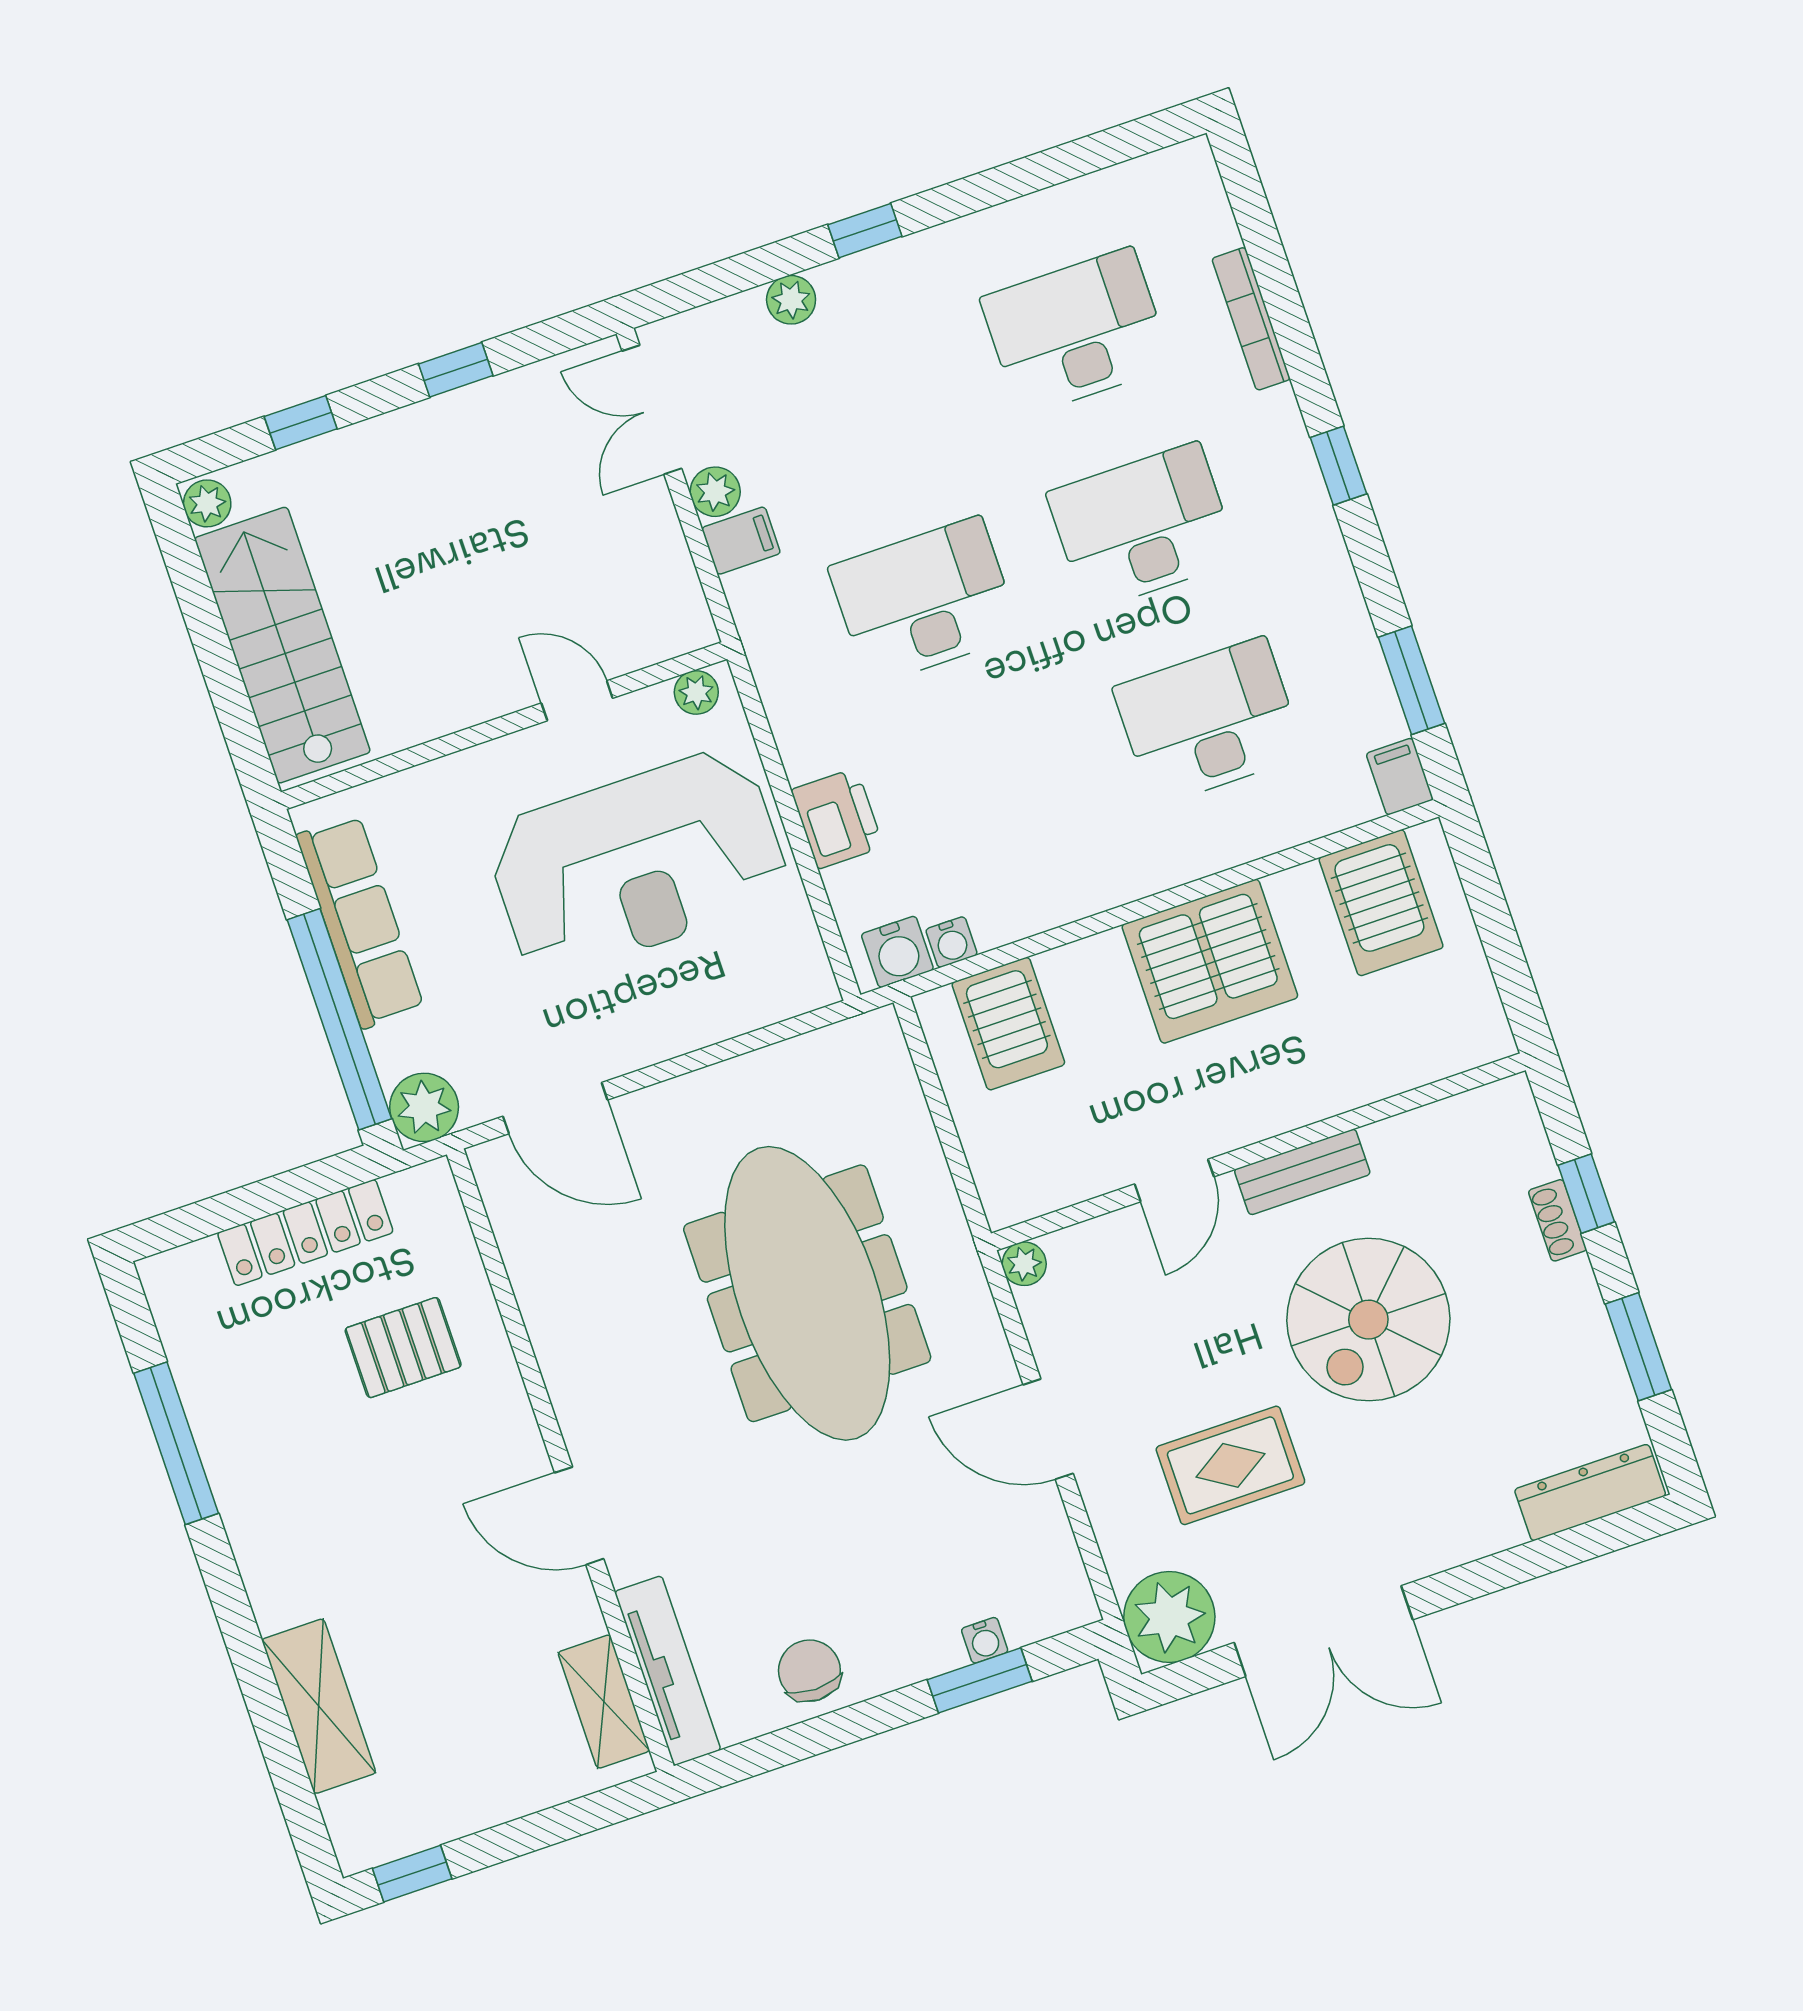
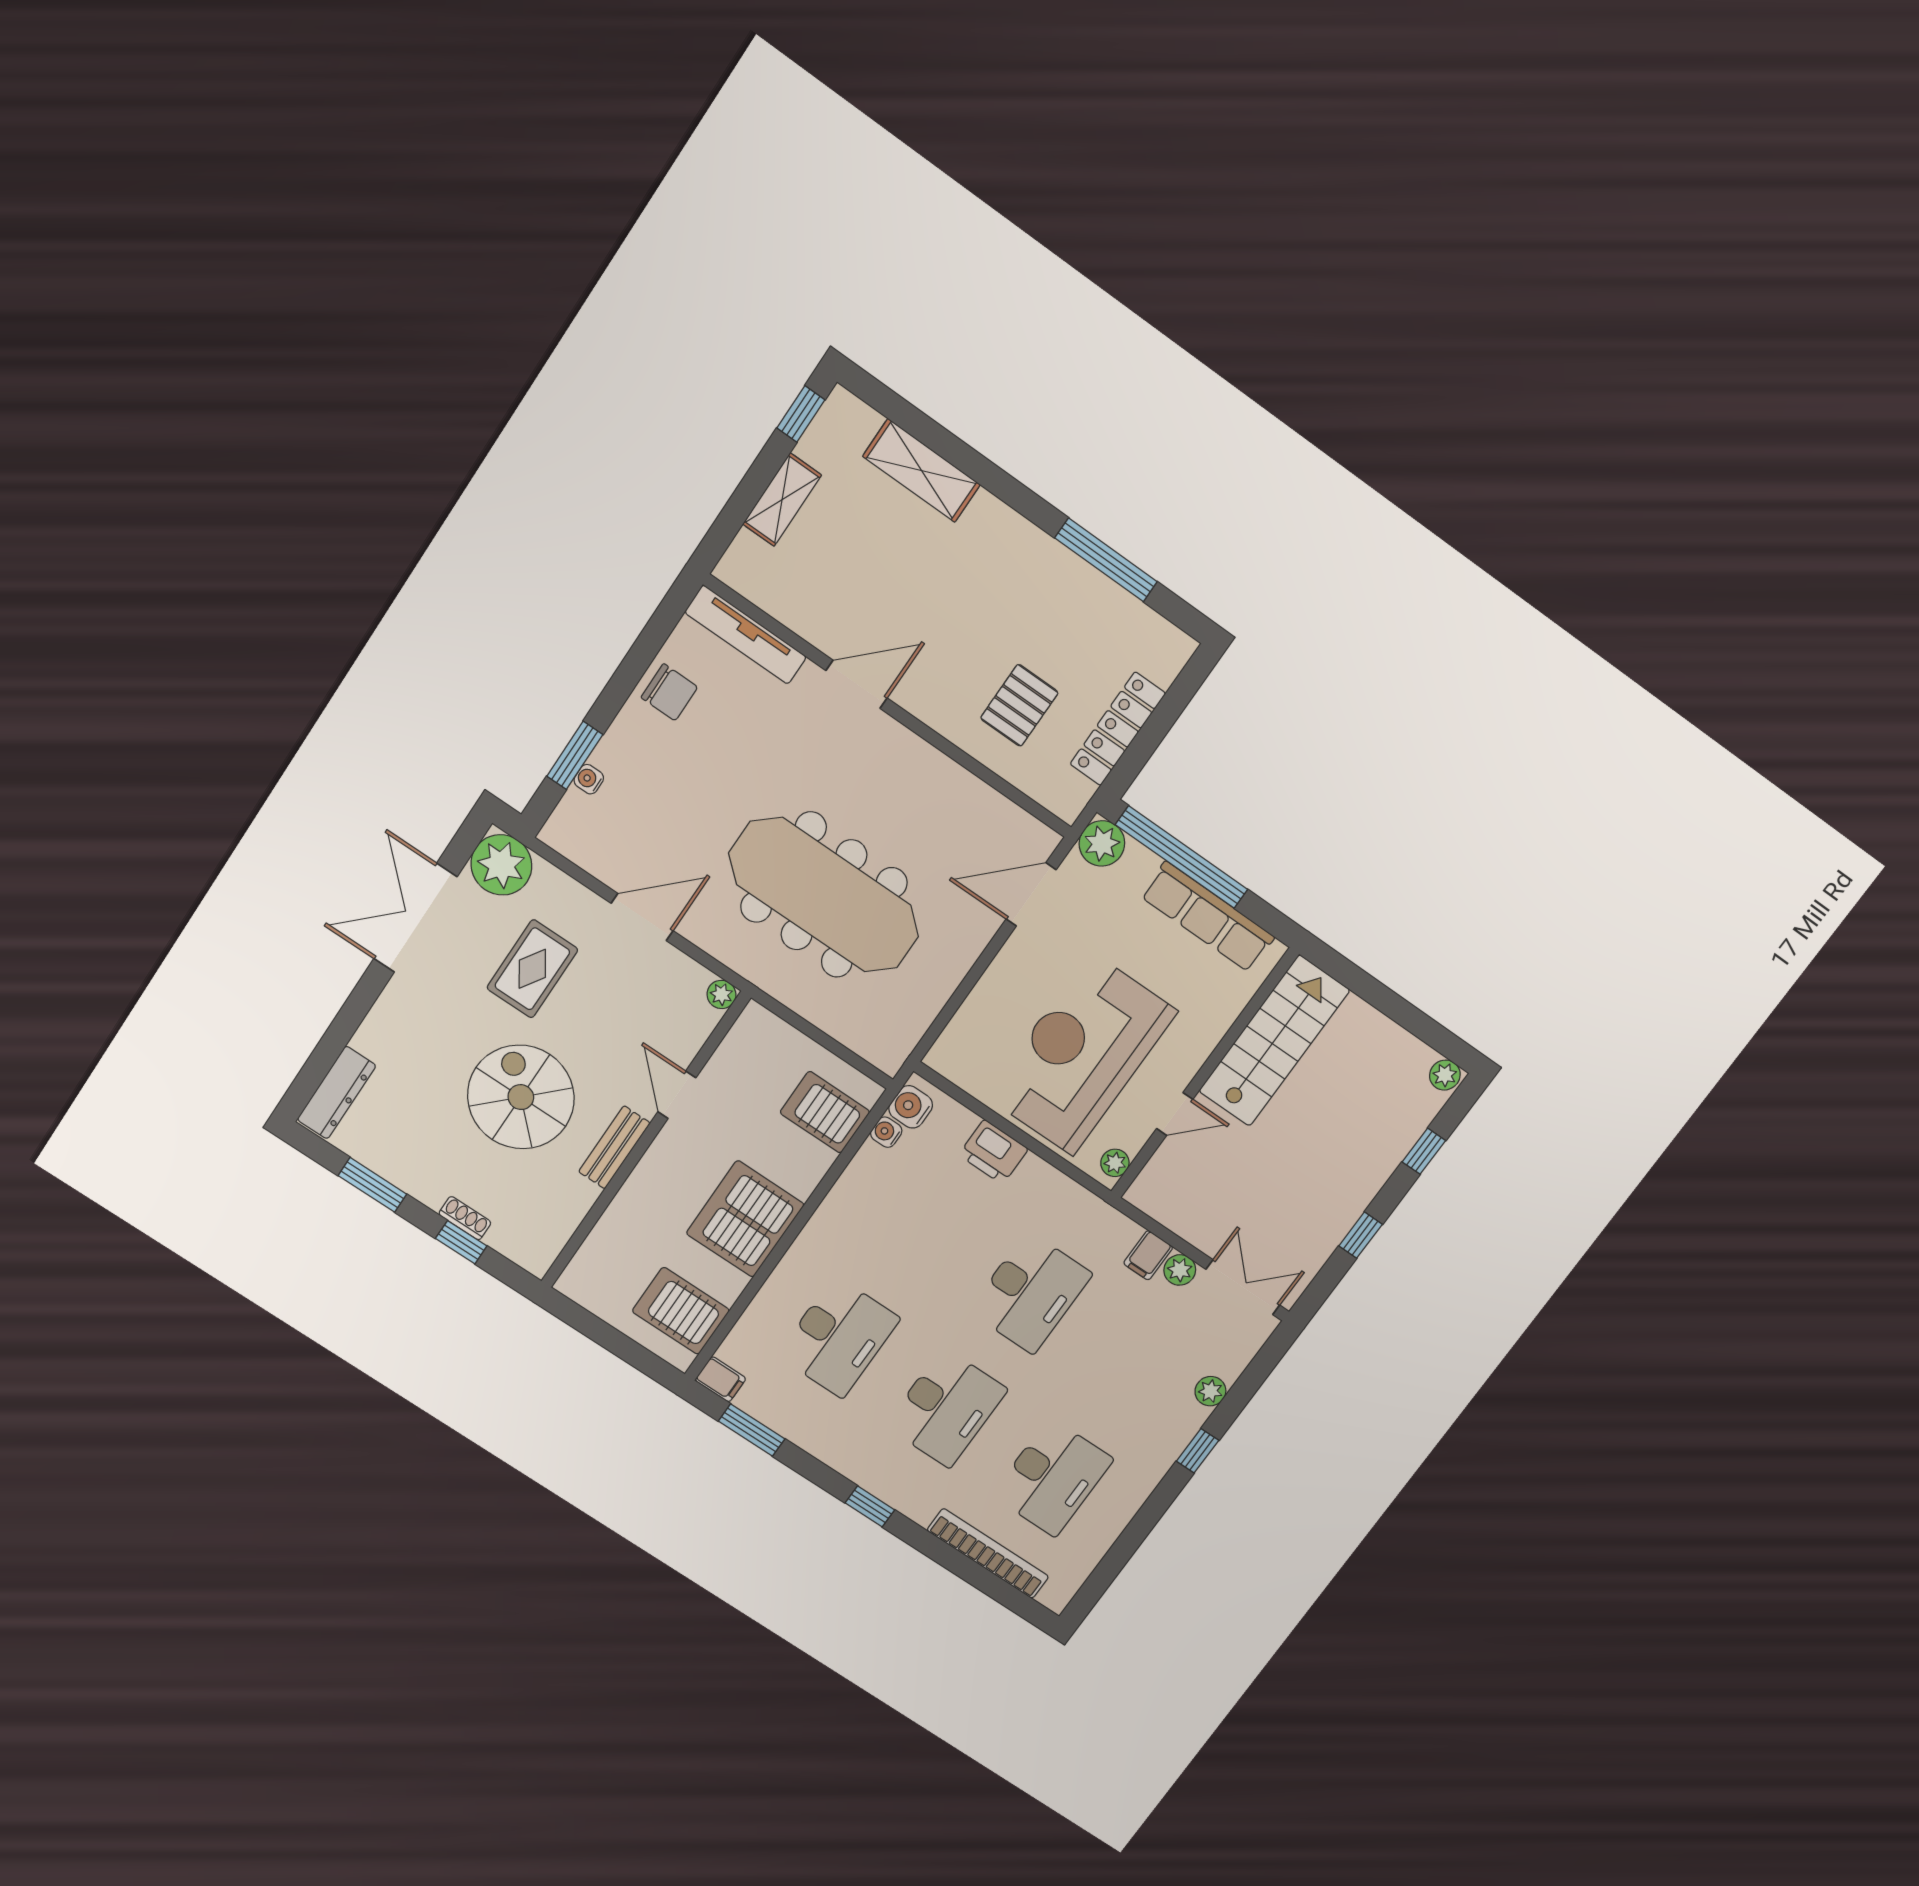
bookcase: (1251, 319) -> (988, 1553), width x1.48, depth x1.31
stairs: (282, 645) -> (1274, 1041), moved, turned -90
shelving: (604, 1702) -> (782, 500), moved, turned 90

